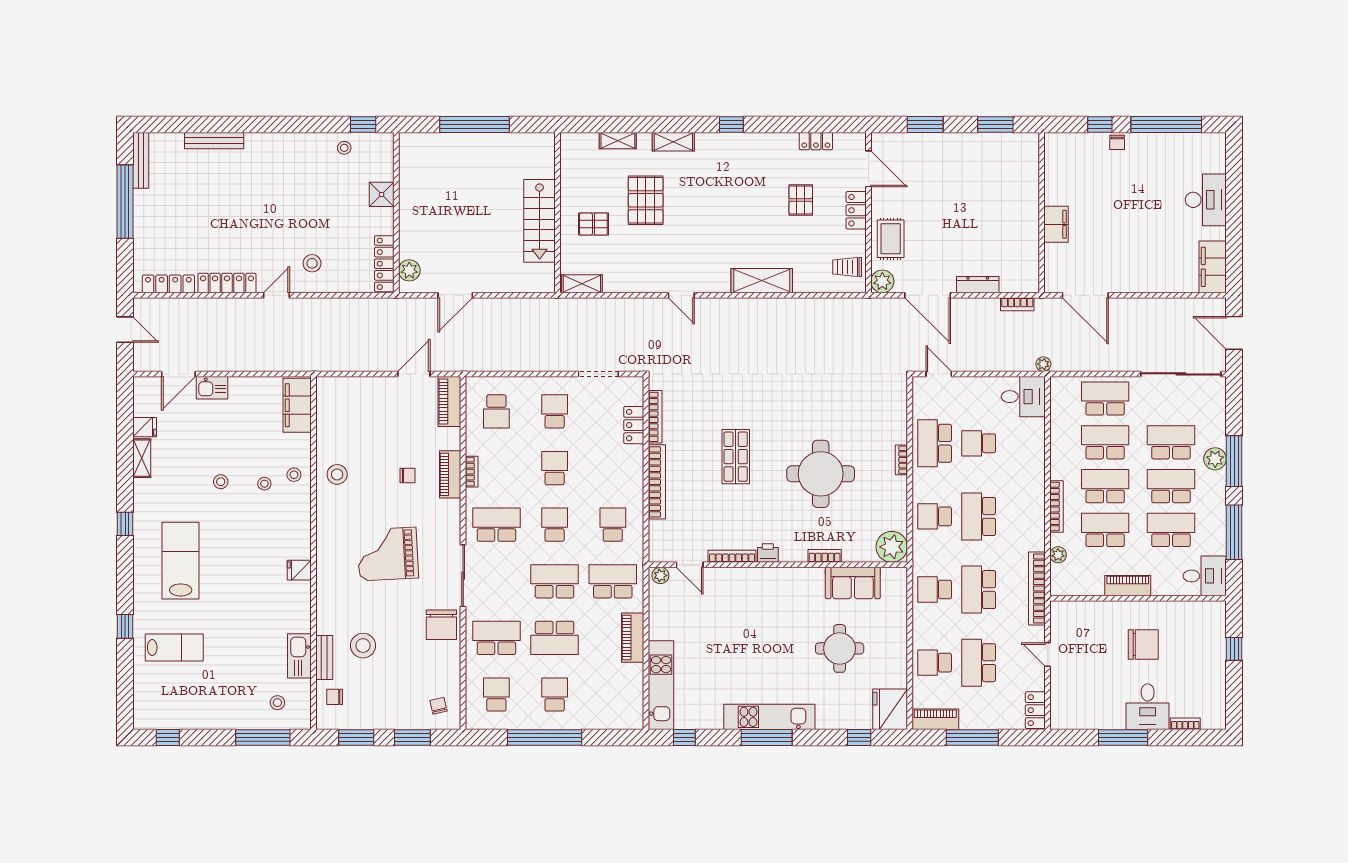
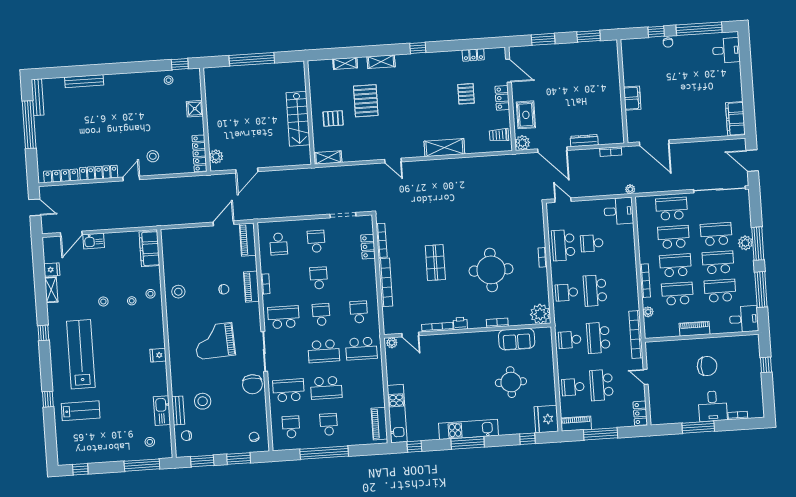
desk: (1206, 200) -> (726, 50), moved, width x0.73
lab bench: (181, 561) -> (81, 354), width x1.36
school desk: (555, 581) -> (324, 351), turned 180
school desk: (613, 581) -> (361, 349), turned 180
piano: (633, 638) -> (379, 424), moved

